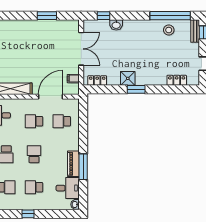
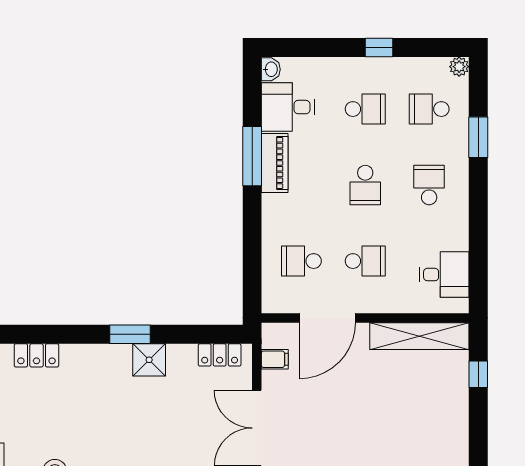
school desk: (62, 121) -> (301, 261), turned 180

